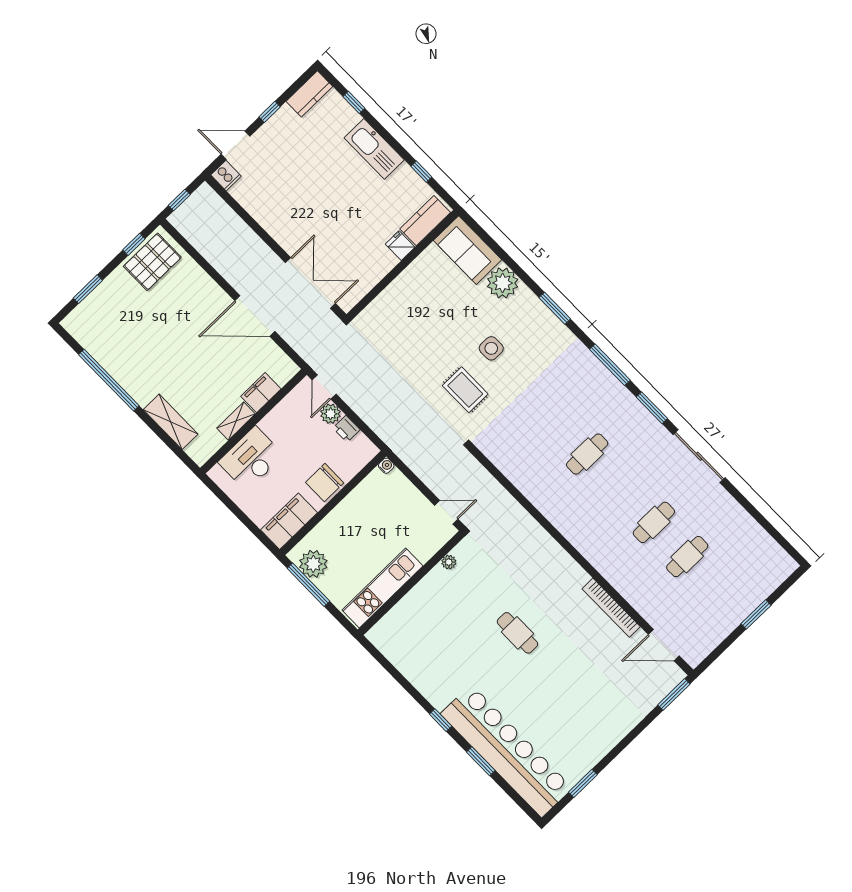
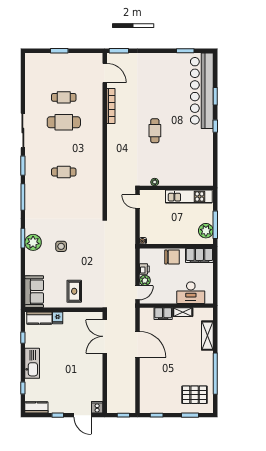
pallet: (152, 262) -> (195, 395), moved
plant: (503, 283) -> (33, 242), moved
rug: (465, 390) -> (74, 291), moved
cafe table: (654, 522) -> (64, 122), width x1.37, depth x1.35

